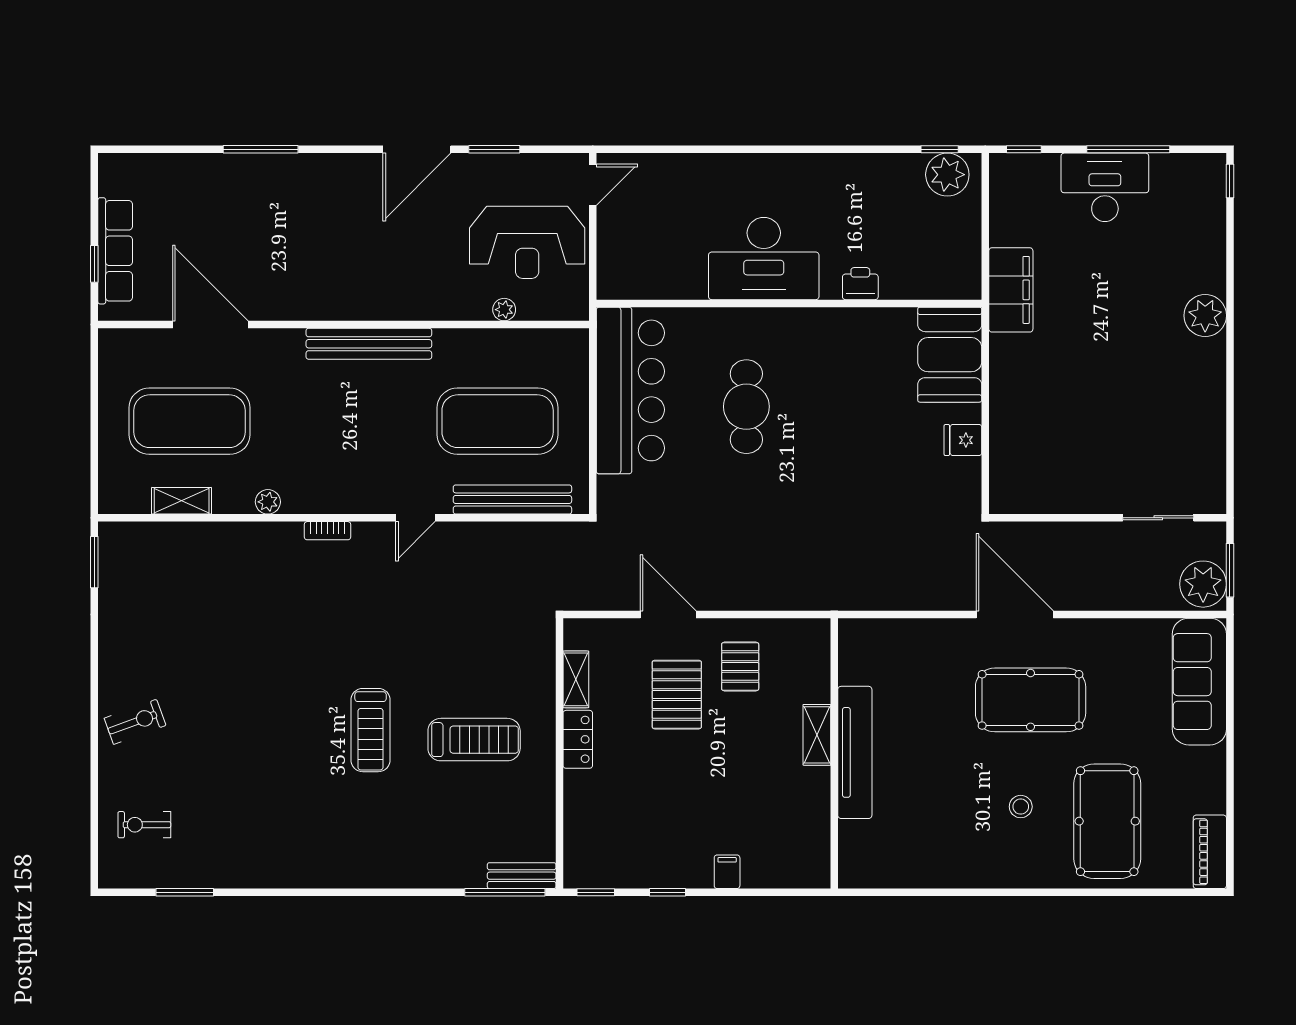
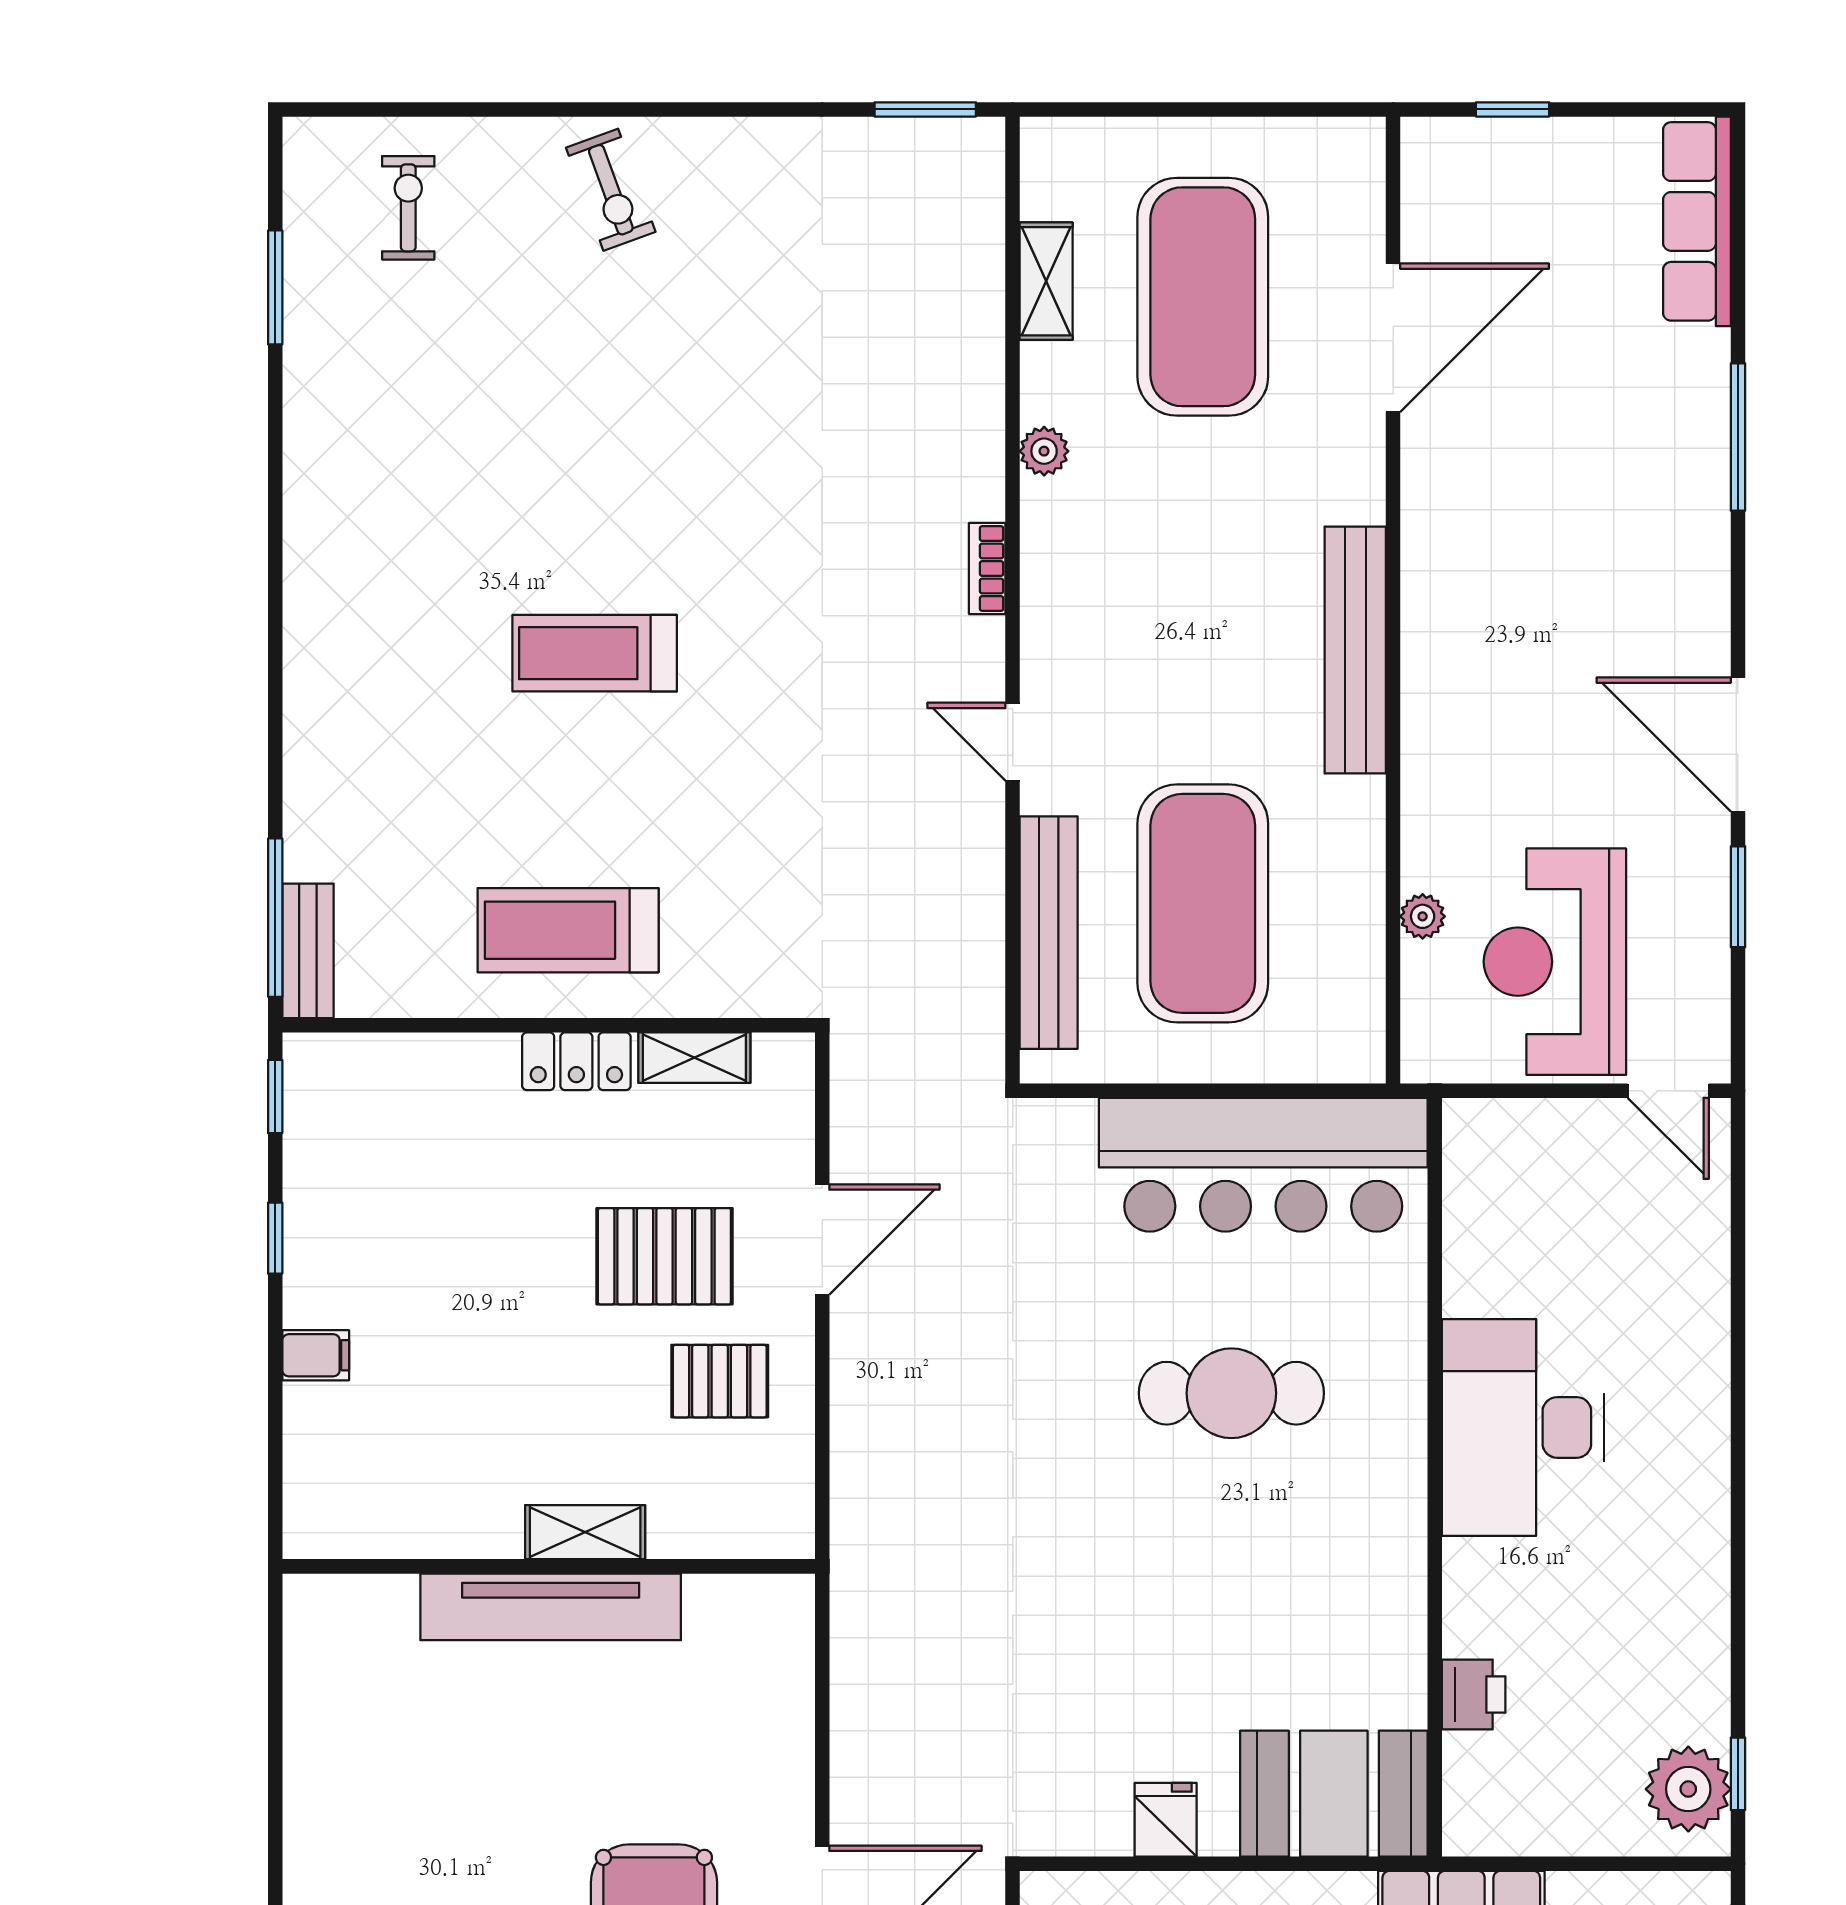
row of seats: (115, 251) -> (1697, 221), moved, turned 90
printer: (860, 284) -> (1474, 1695), moved
treadmill: (474, 740) -> (568, 930), moved, turned 90

